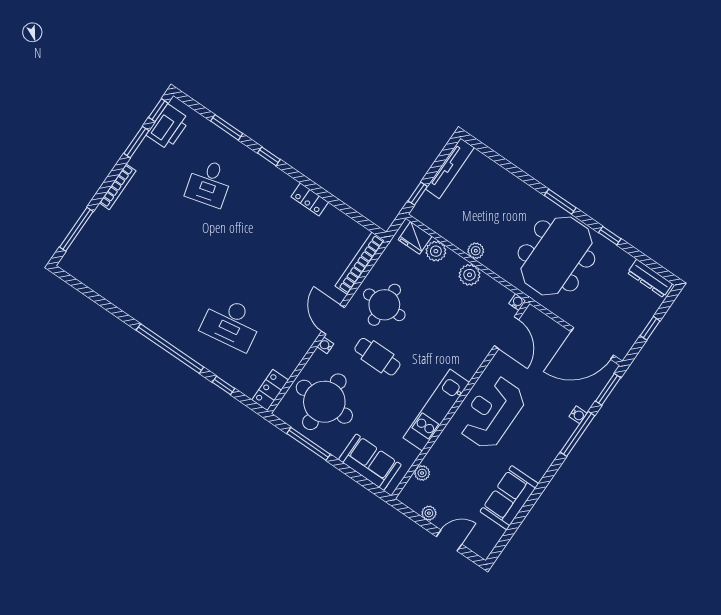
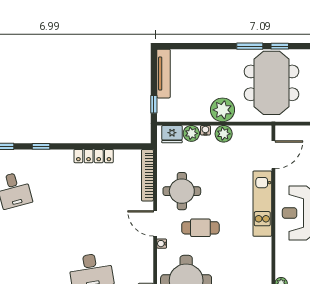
locker: (310, 199) -> (94, 156), width x1.53
window: (610, 236) -> (280, 46), moved
plant: (476, 251) -> (222, 110), width x1.87, depth x1.87
water cooler: (517, 302) -> (205, 130), moved
door: (506, 333) -> (273, 155), hinge flipped
kitchen unit: (436, 410) -> (262, 204), moved

